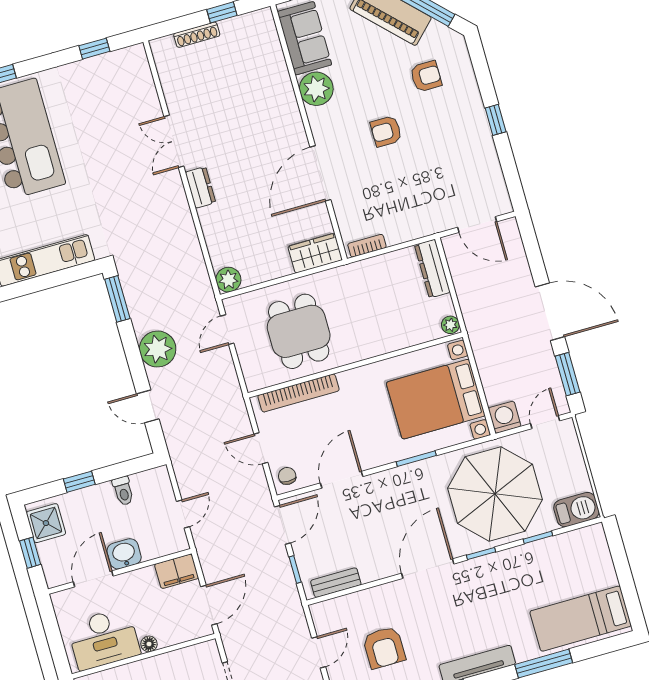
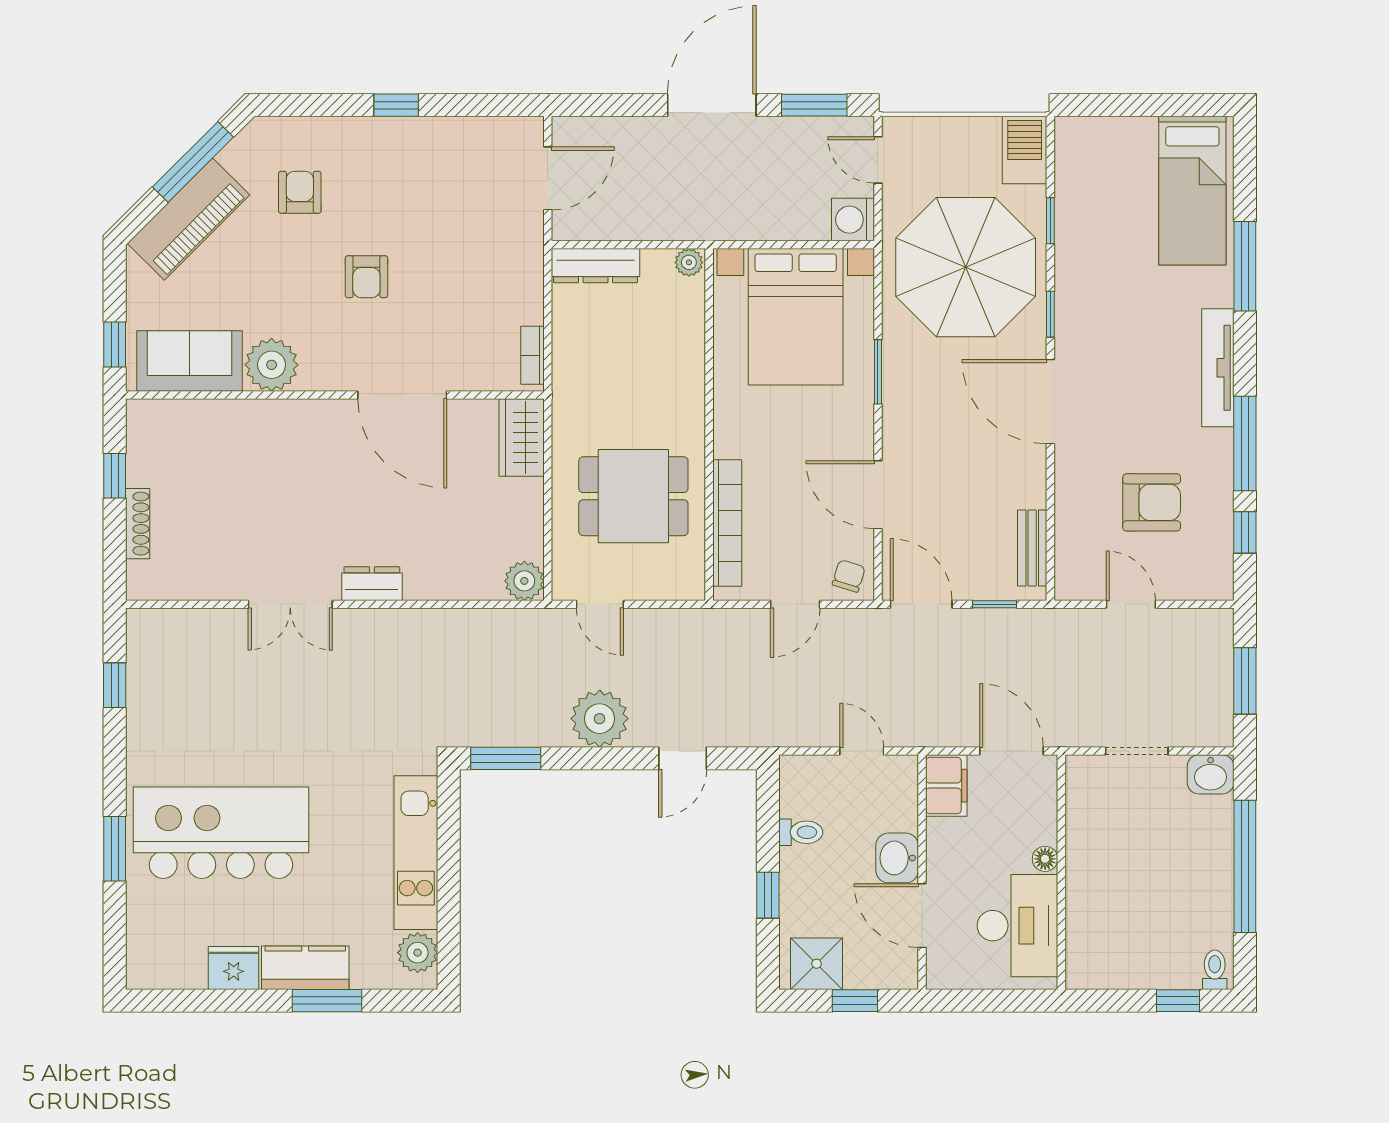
chair: (287, 476) -> (849, 576), turned 107

